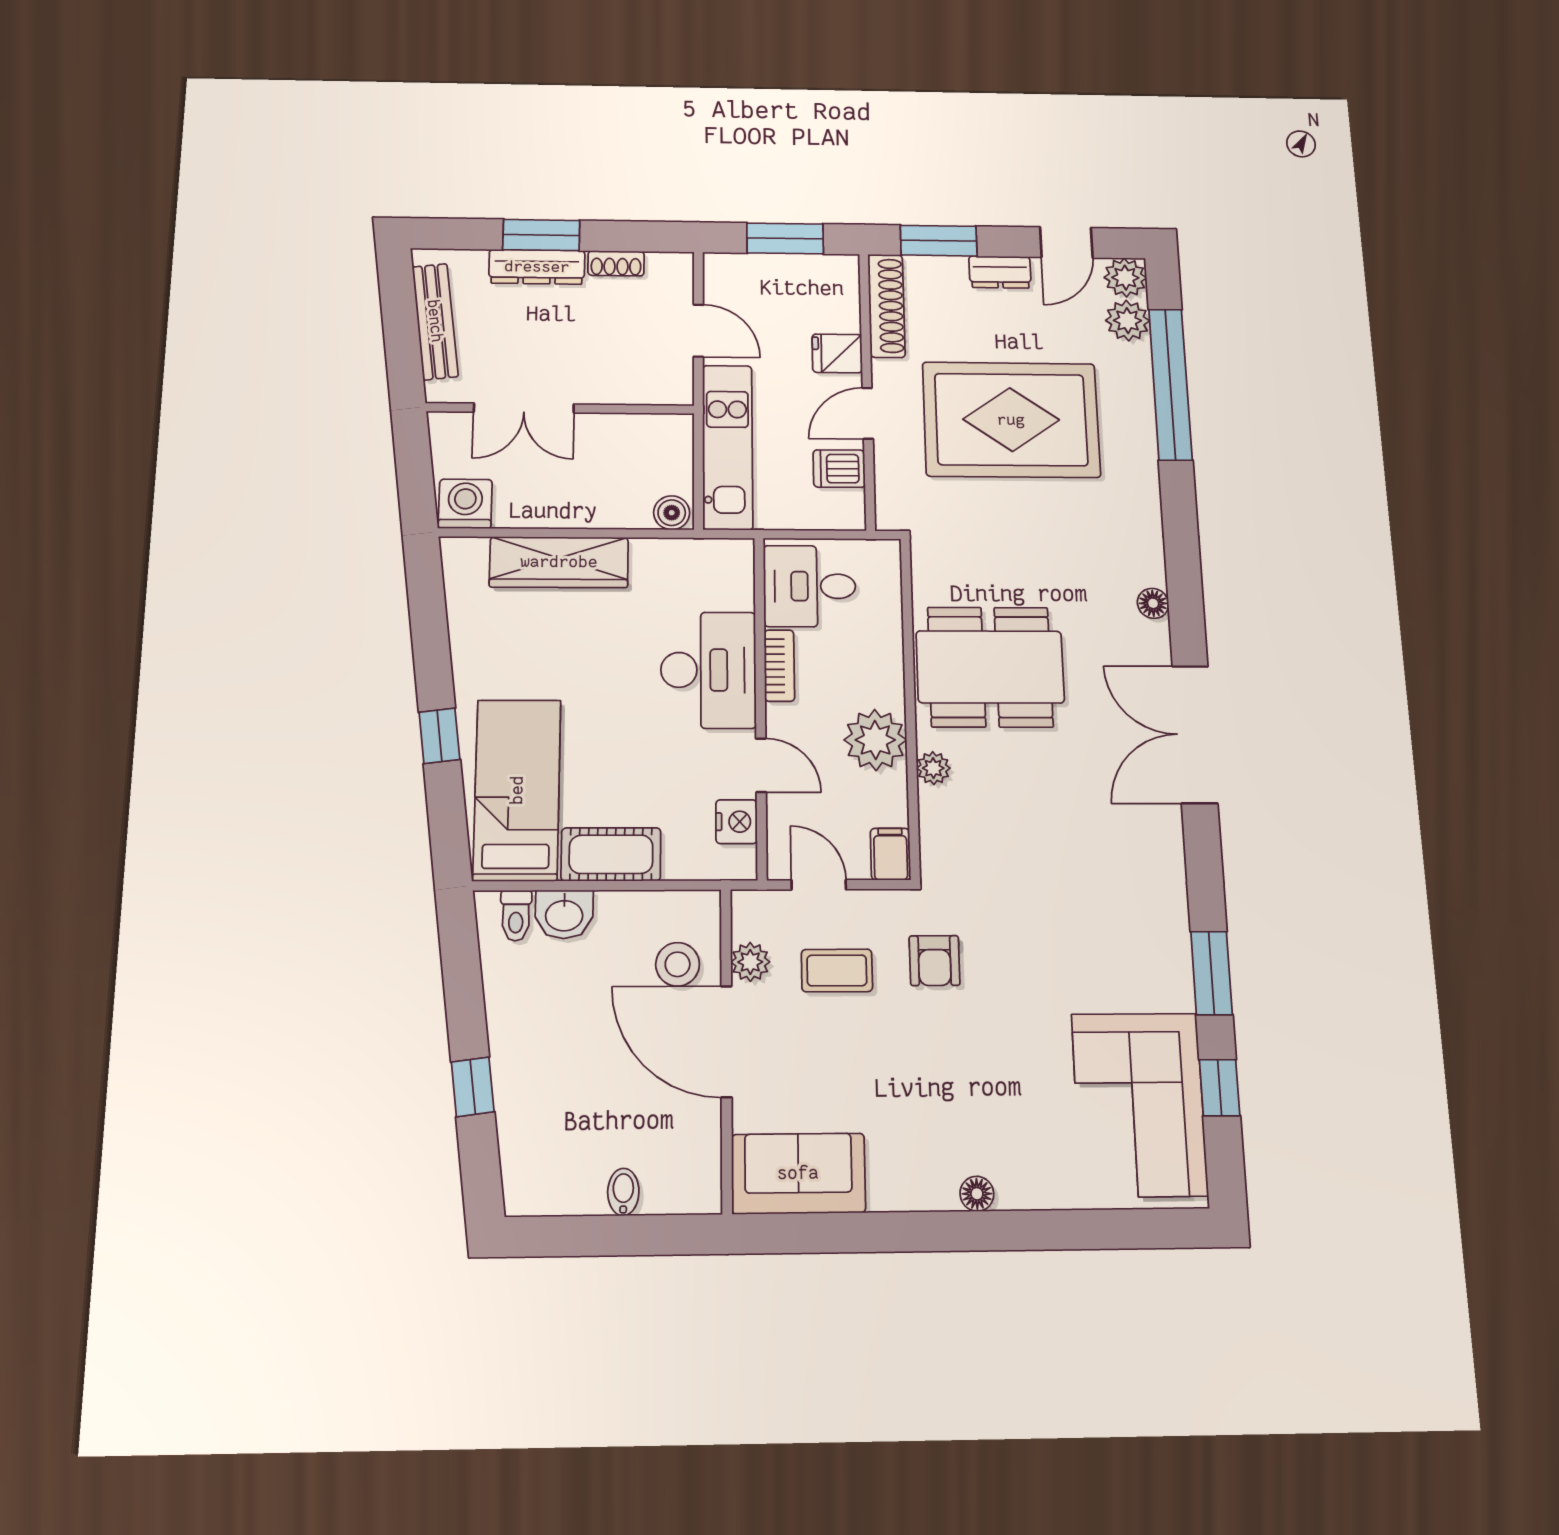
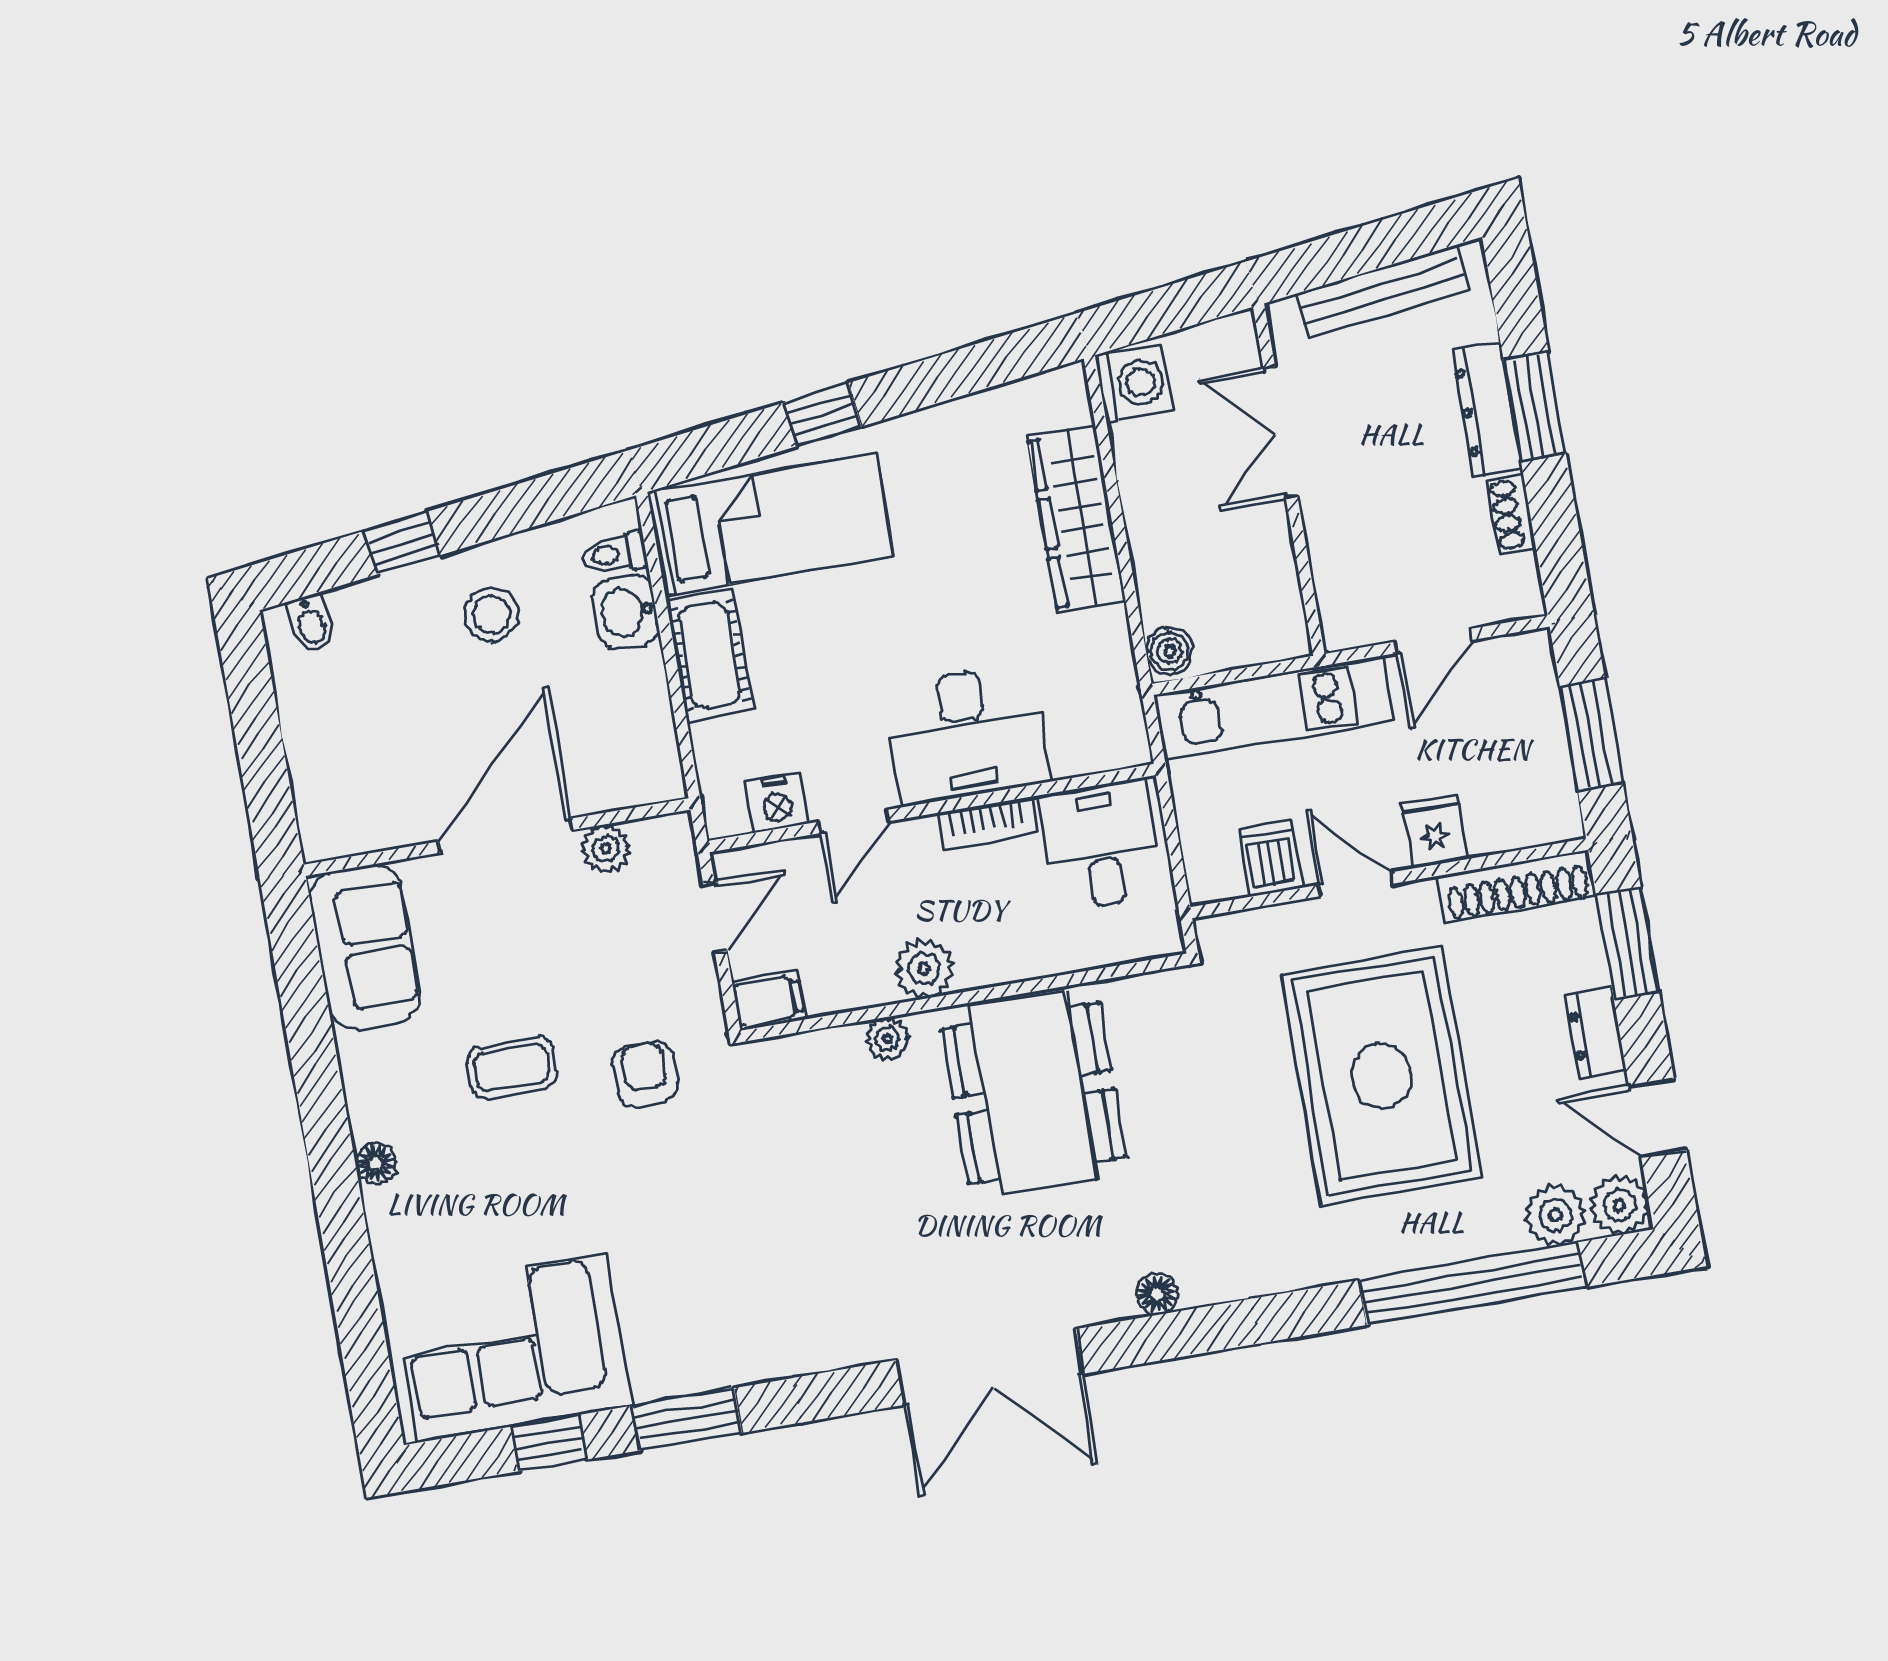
double door: (1195, 734) -> (990, 1367), swing flipped
plant: (875, 740) -> (924, 969), width x0.73, depth x0.73
armchair: (935, 961) -> (645, 1074), turned 90
stool: (678, 964) -> (491, 615), moved
coffee table: (837, 970) -> (512, 1068), moved, turned 90
bidet: (623, 1192) -> (310, 623), moved, turned 83

